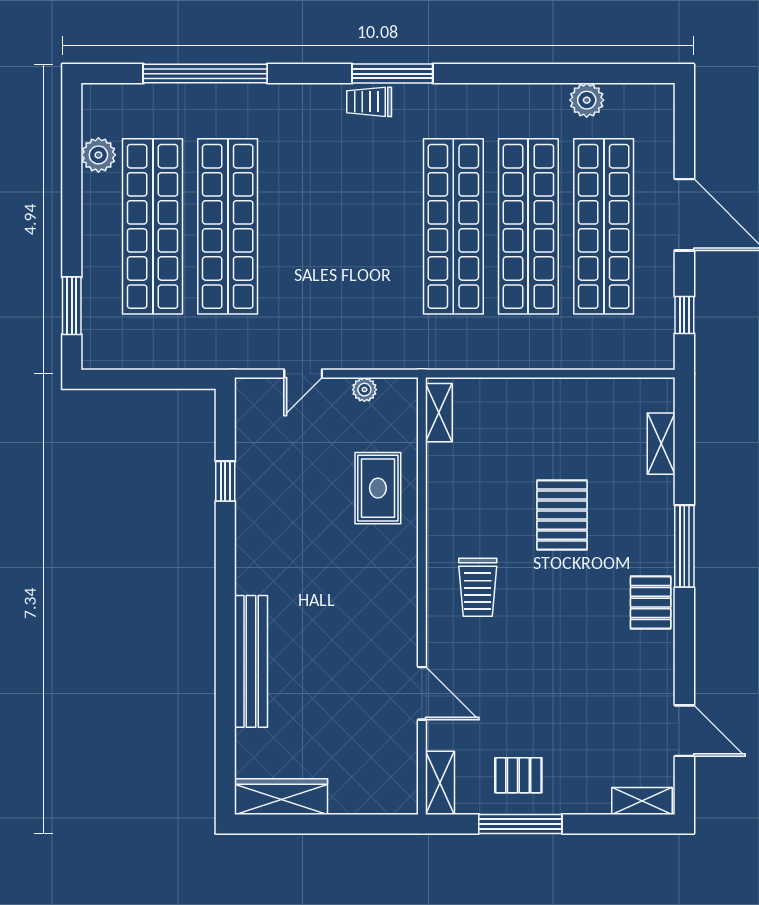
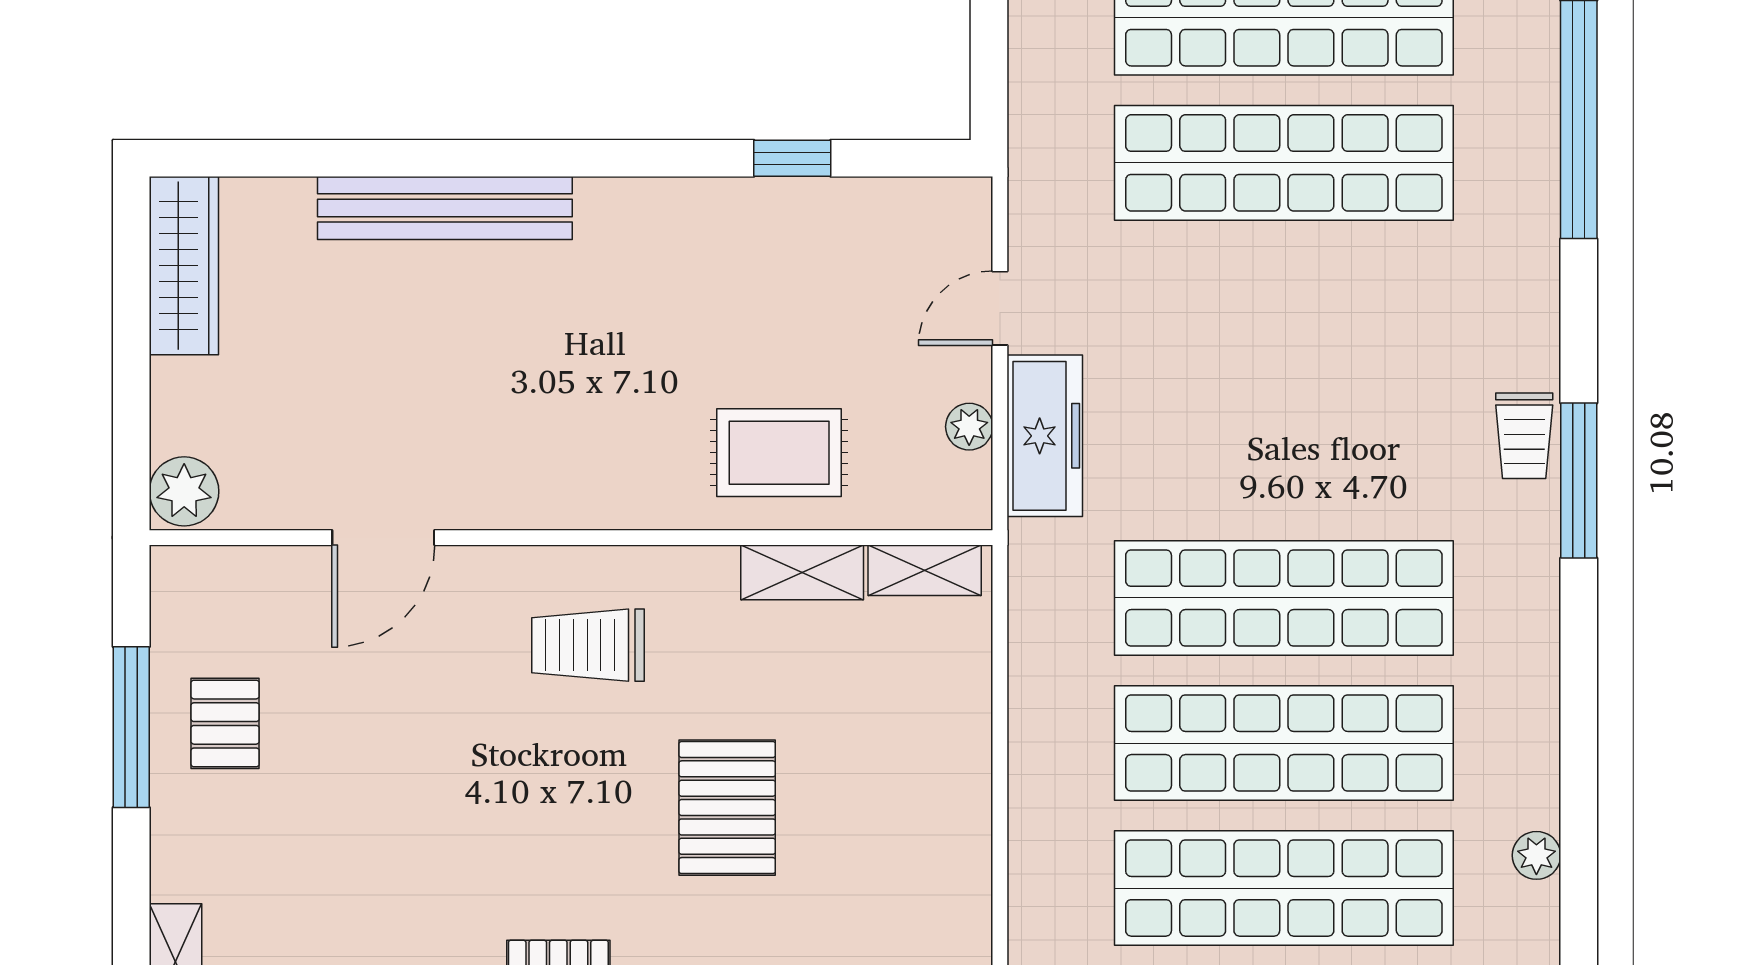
plant: (587, 100) -> (1536, 855), width x0.73, depth x0.73
trolley: (369, 102) -> (1524, 436), turned 180
freezer: (369, 350) -> (1045, 436), added
door: (303, 374) -> (1000, 308), hinge flipped
pallet: (562, 515) -> (727, 808), turned 90
shelving: (440, 783) -> (802, 572), moved
plant: (398, 797) -> (184, 491), added

